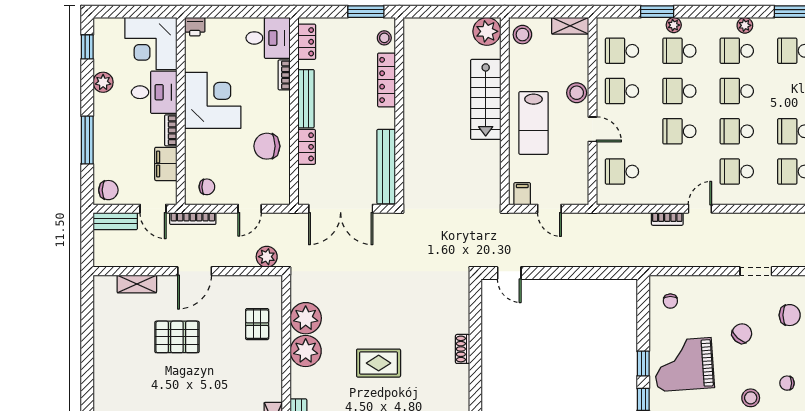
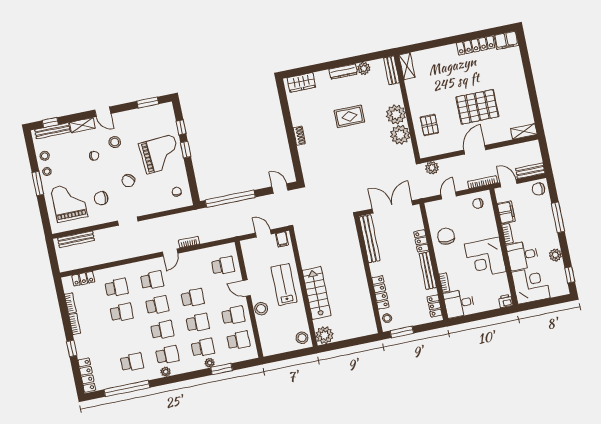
shelving: (570, 26) -> (274, 349), removed
chair: (267, 146) -> (446, 236), turned -90
window: (589, 273) -> (230, 199), added
shelving: (137, 284) -> (524, 132), moved
pallet: (177, 337) -> (477, 107), width x1.37, depth x1.41

